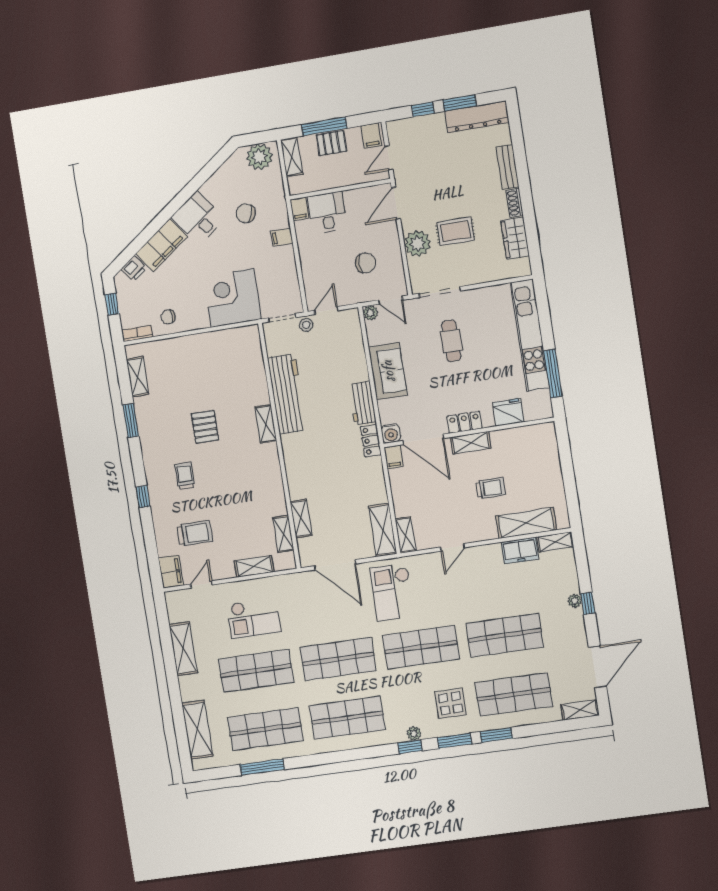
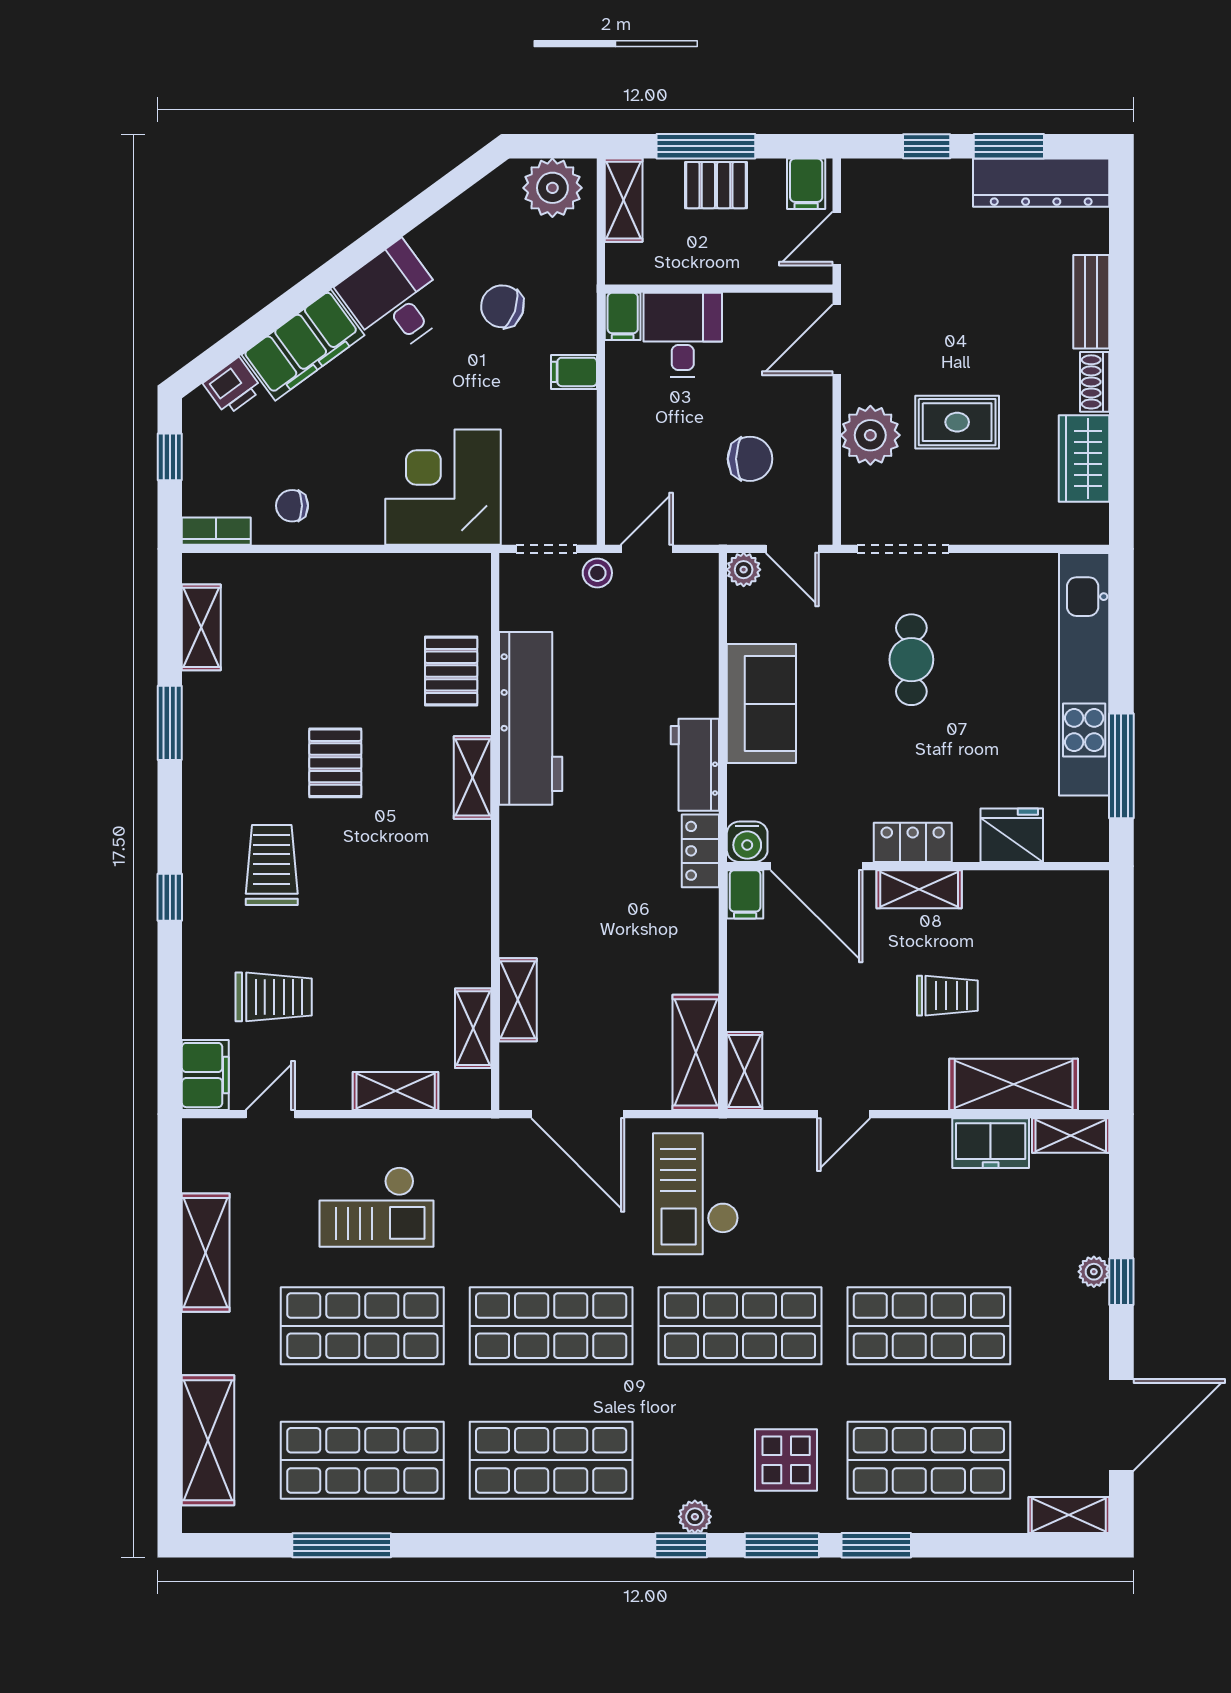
pallet: (249, 378) -> (451, 671), added
trolley: (185, 476) -> (272, 865), width x1.36, depth x1.39

